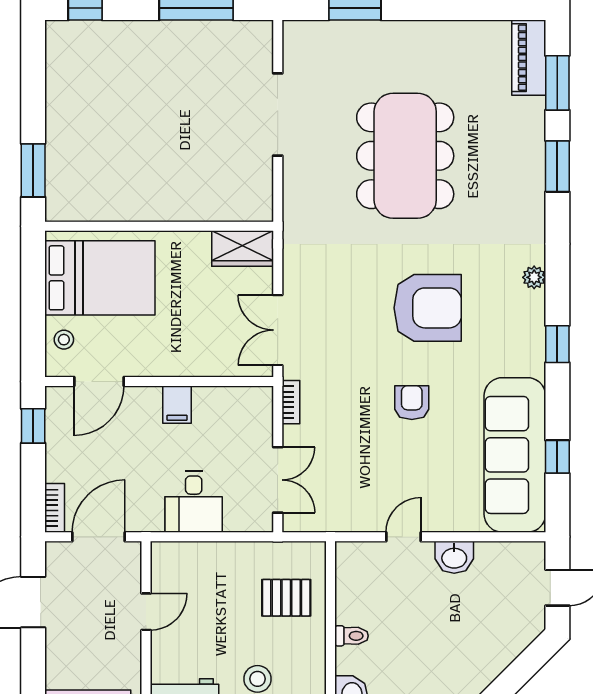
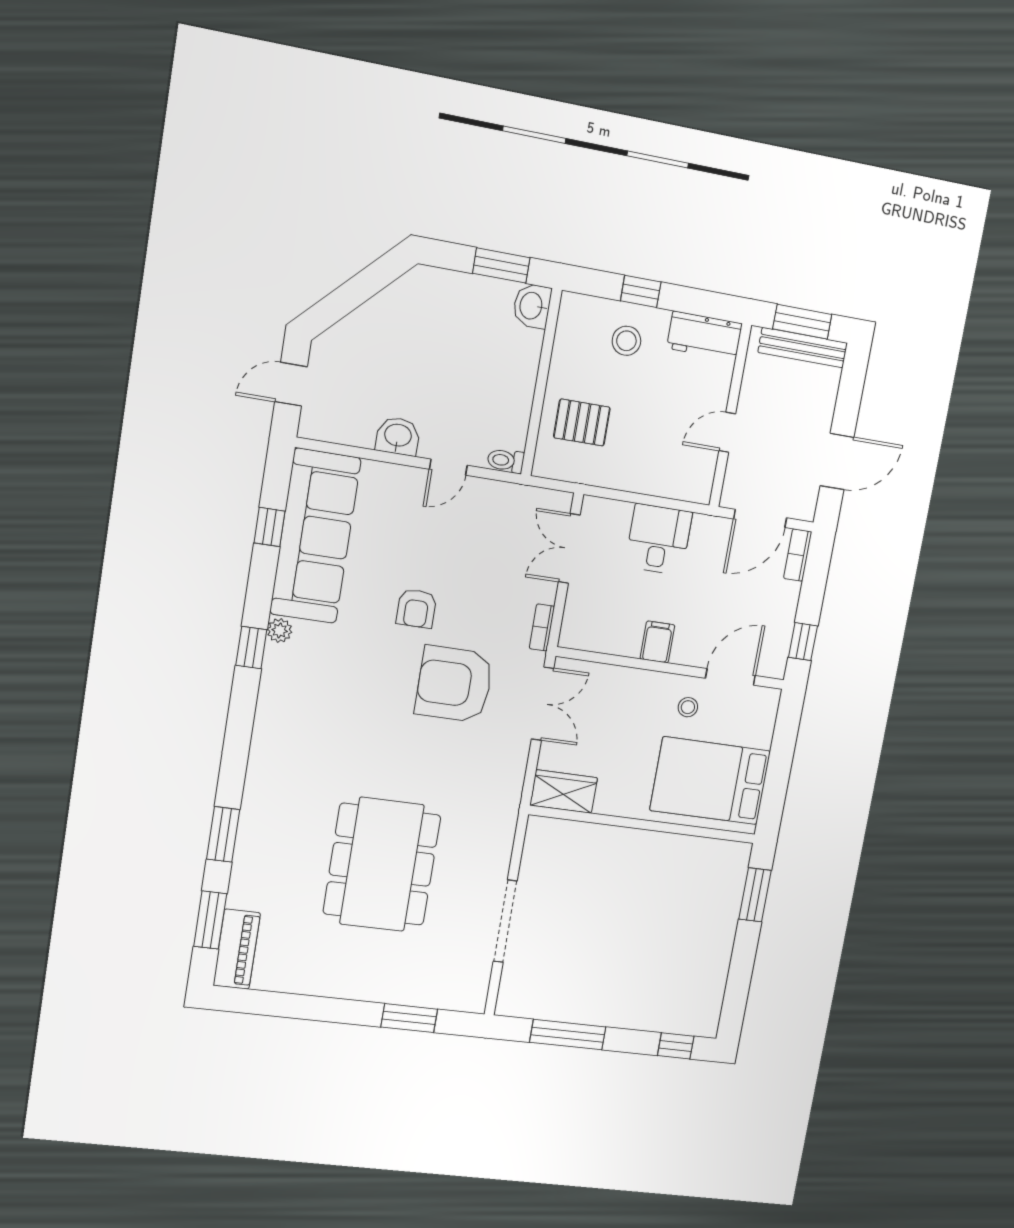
plant: (534, 277) -> (280, 631), moved
armchair: (428, 308) -> (454, 684), moved
stool: (64, 340) -> (688, 707), moved
toilet: (351, 636) -> (506, 461), moved

